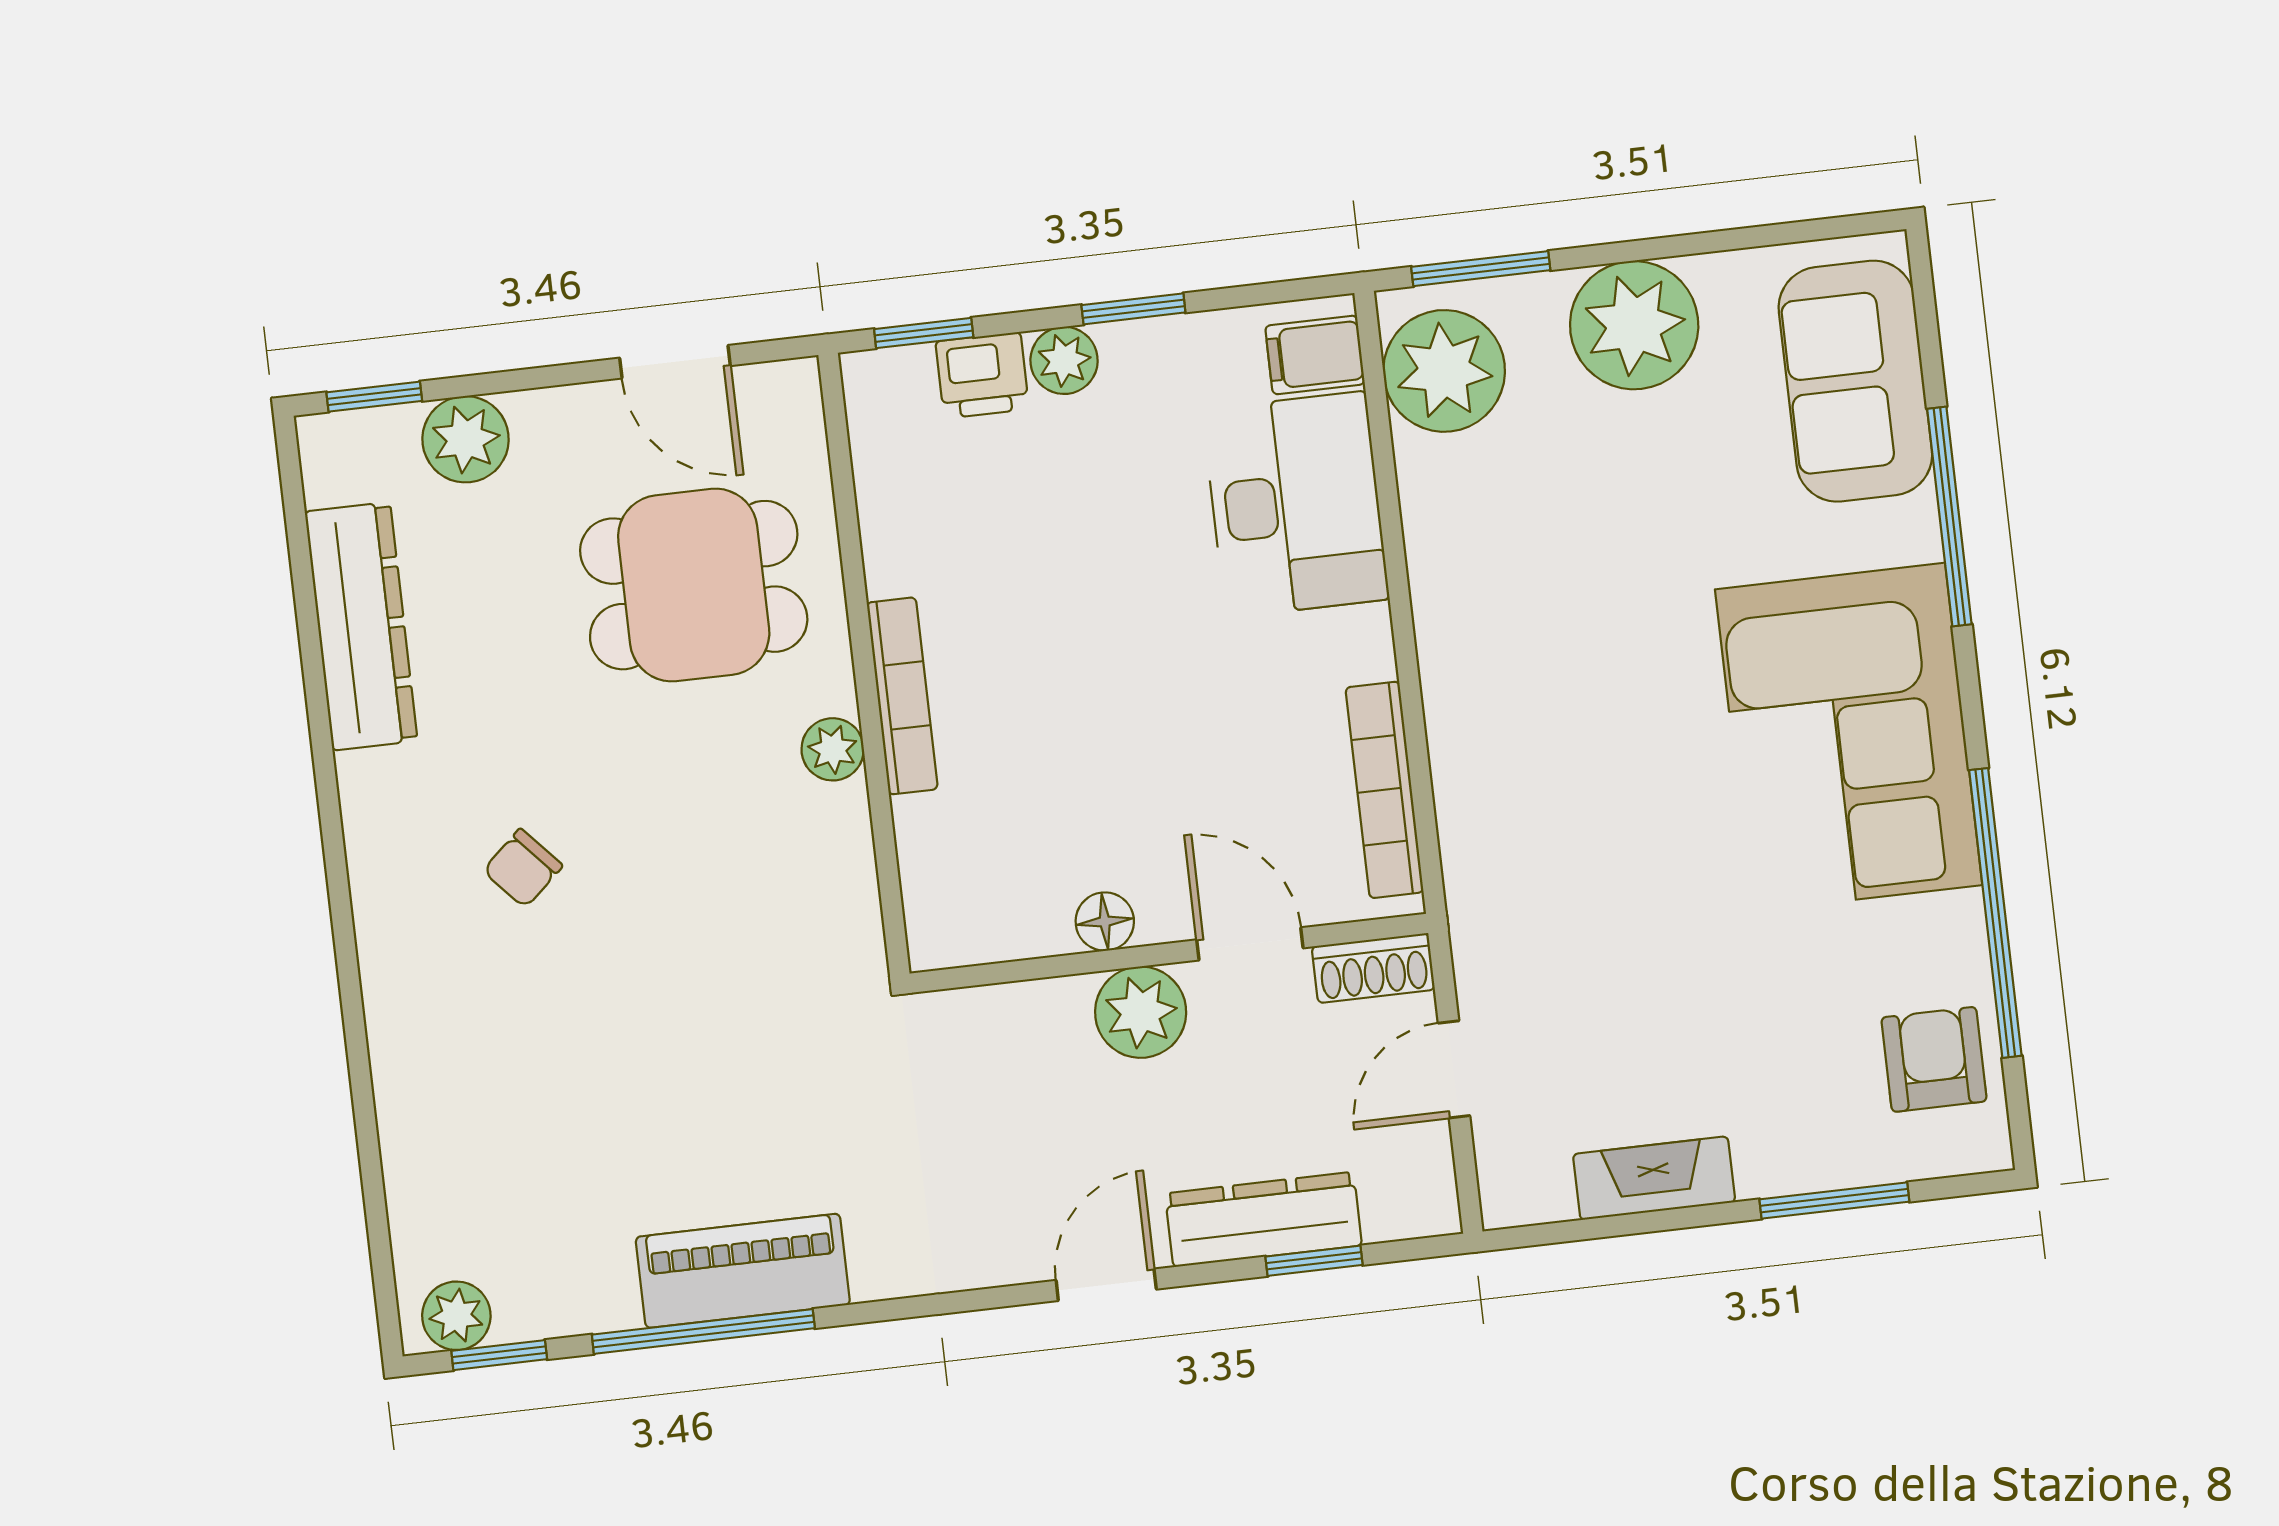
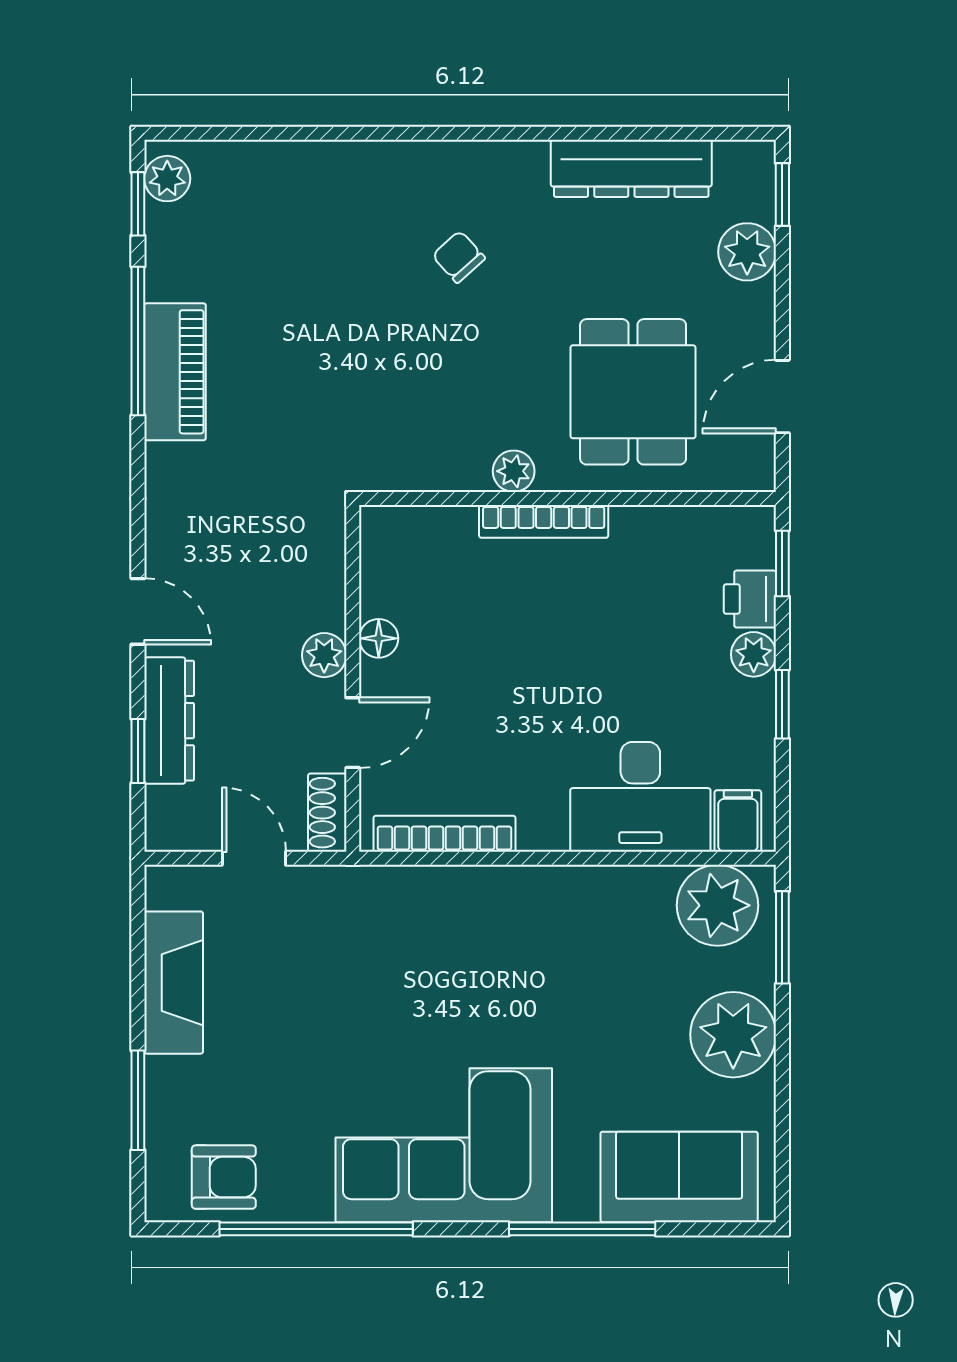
plant: (1141, 1012) -> (324, 655), width x0.73, depth x0.73
fireplace: (1654, 1178) -> (174, 983), width x1.37, depth x1.32

